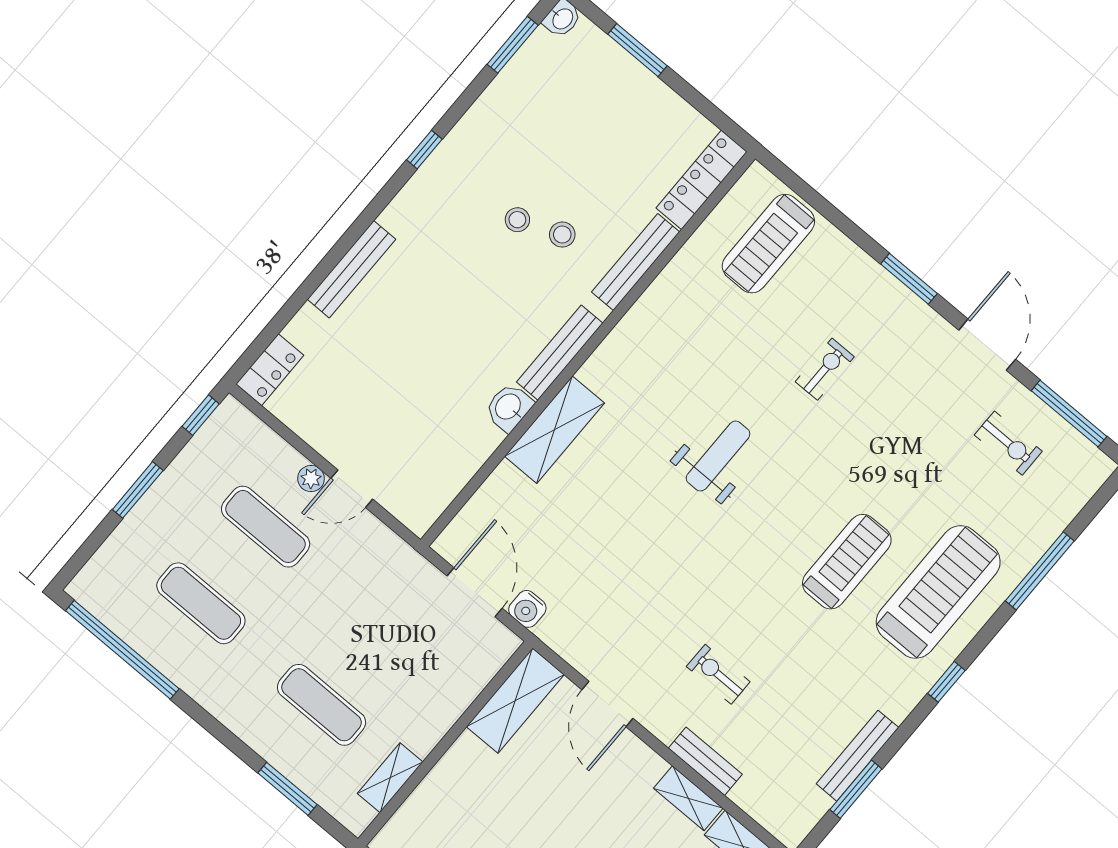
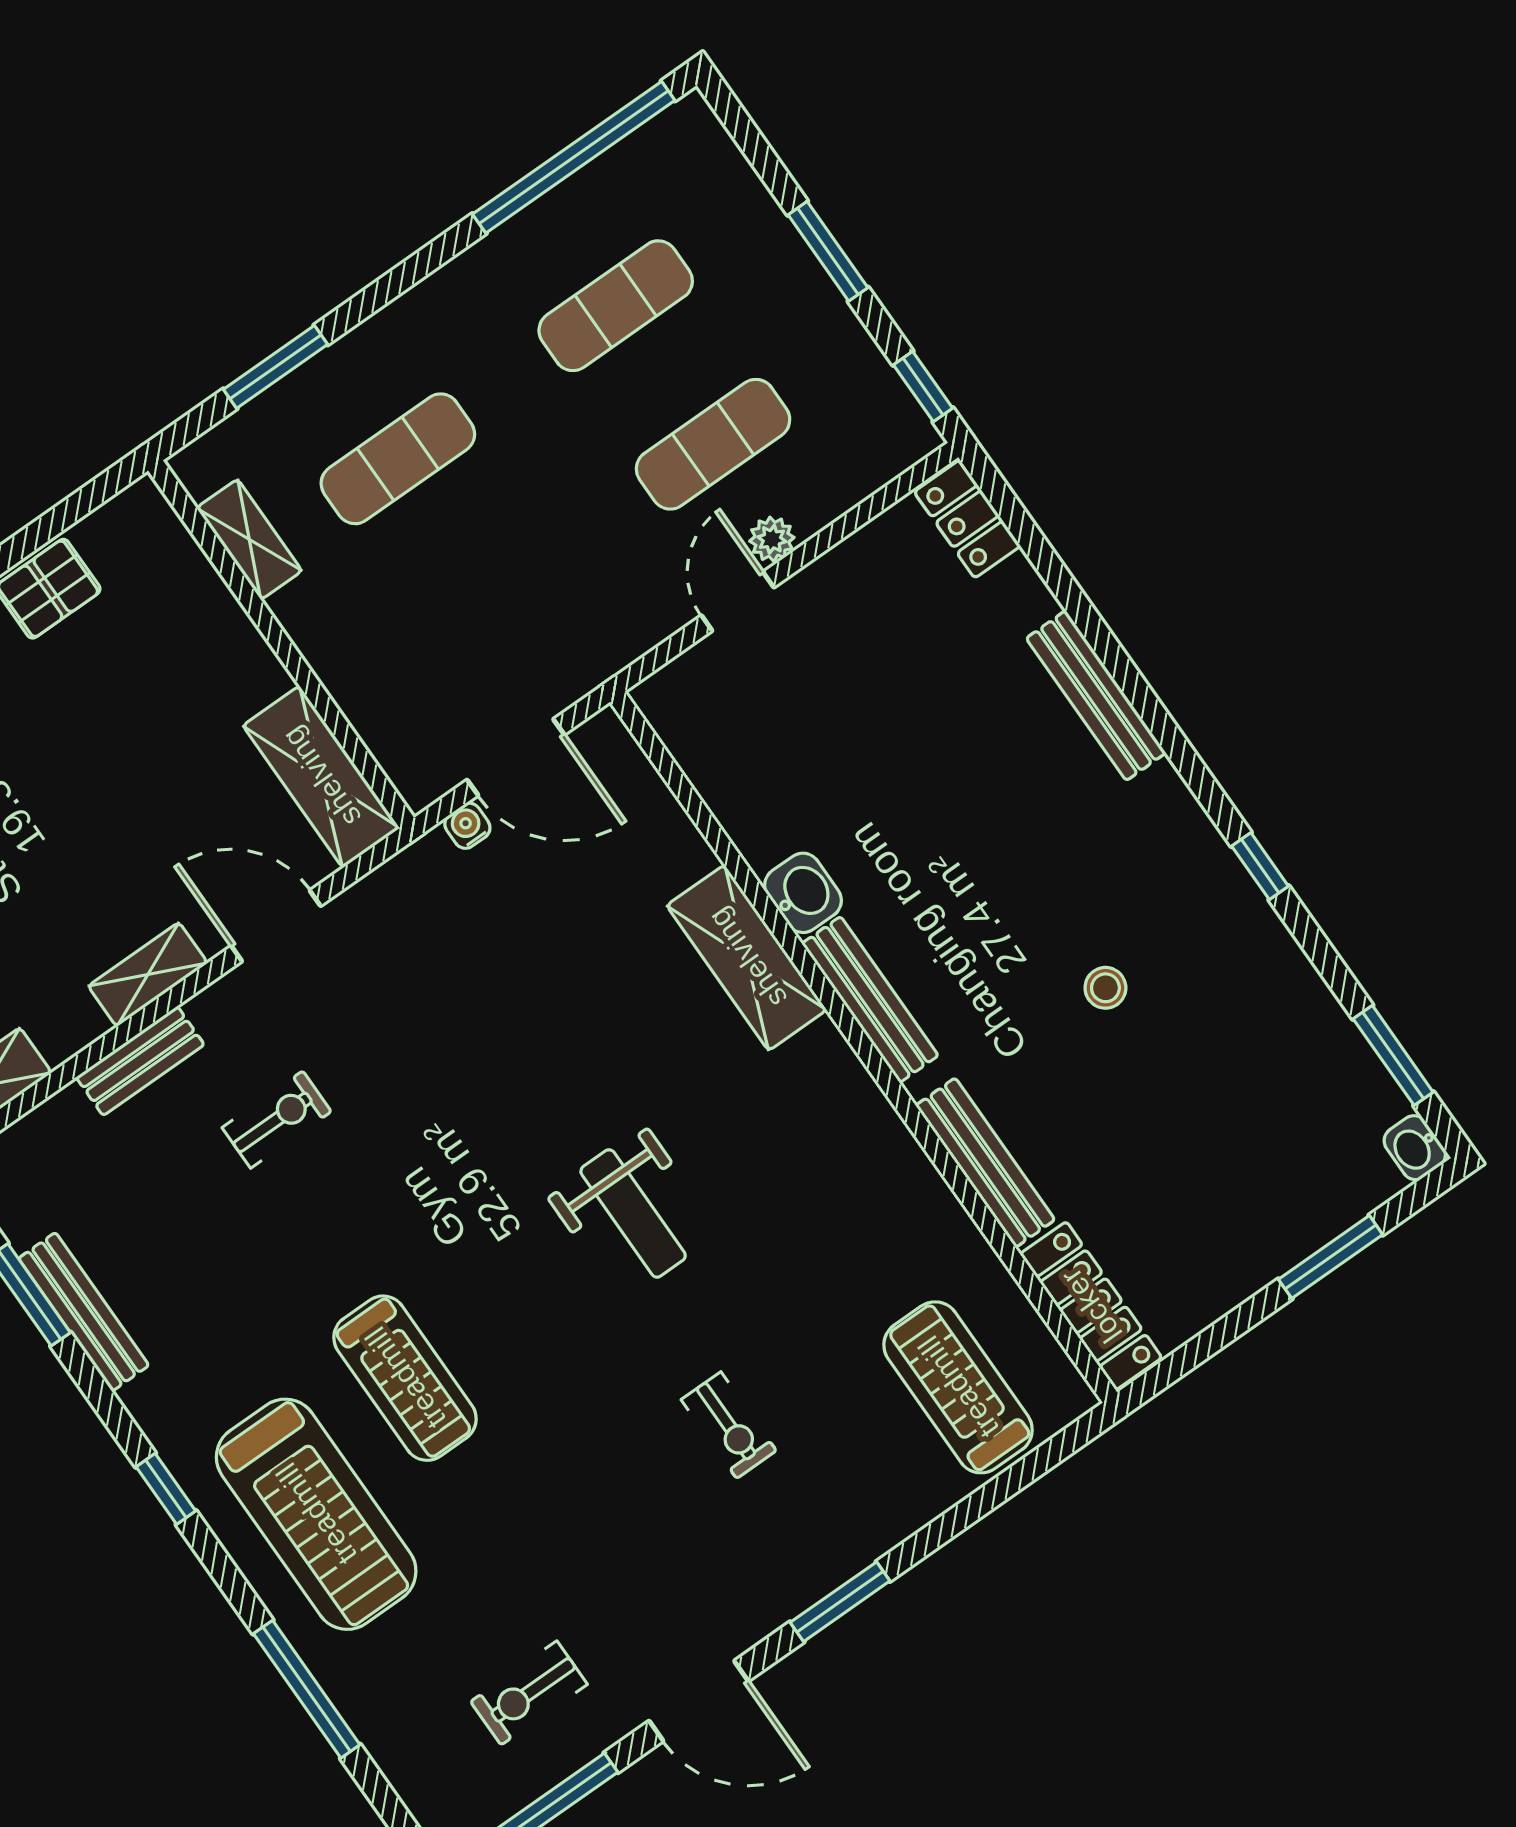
stool: (562, 235) -> (1062, 1055), removed
water cooler: (527, 609) -> (467, 826), width x0.72, depth x0.72
shelving: (688, 798) -> (148, 974), moved

